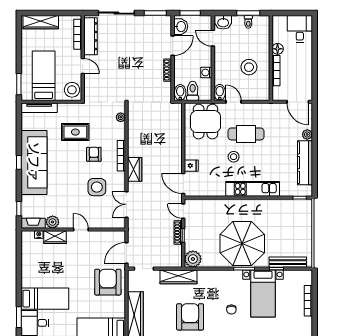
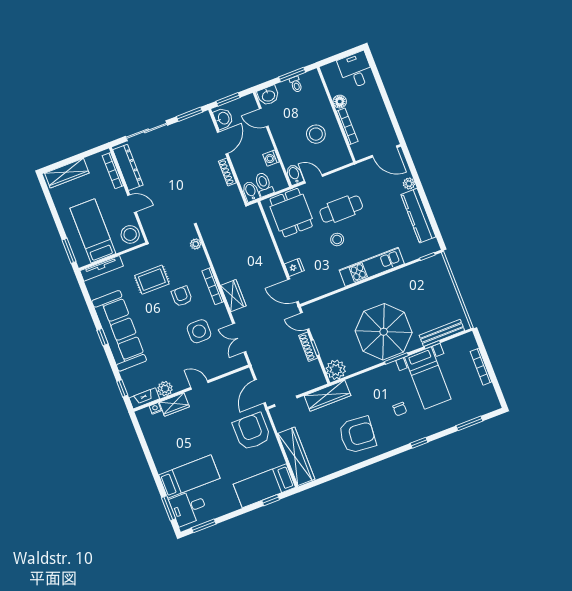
armchair: (190, 317) -> (357, 435), turned 95

